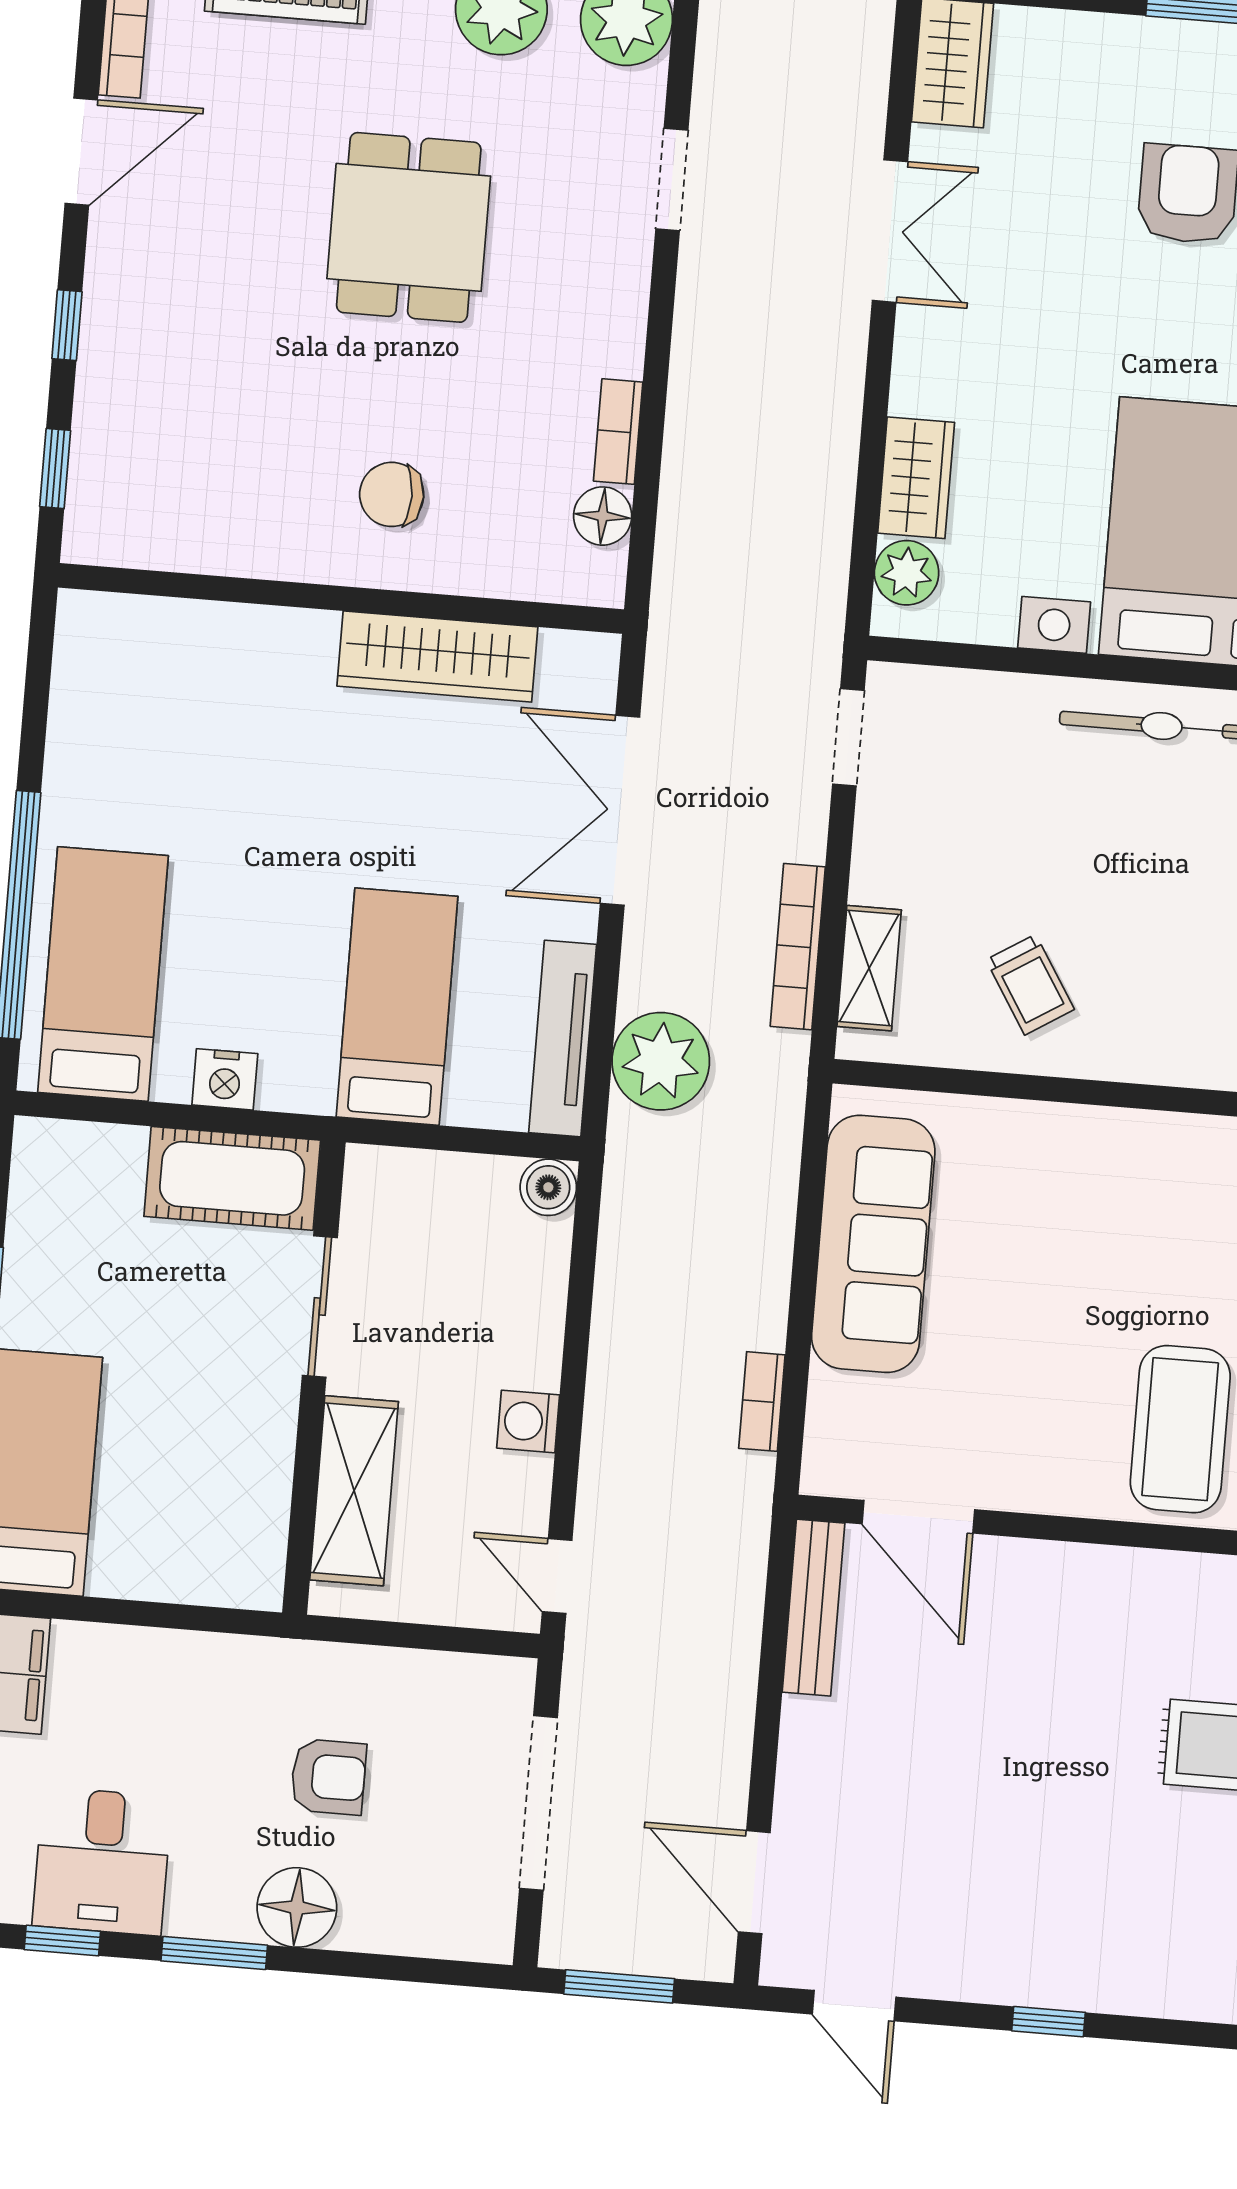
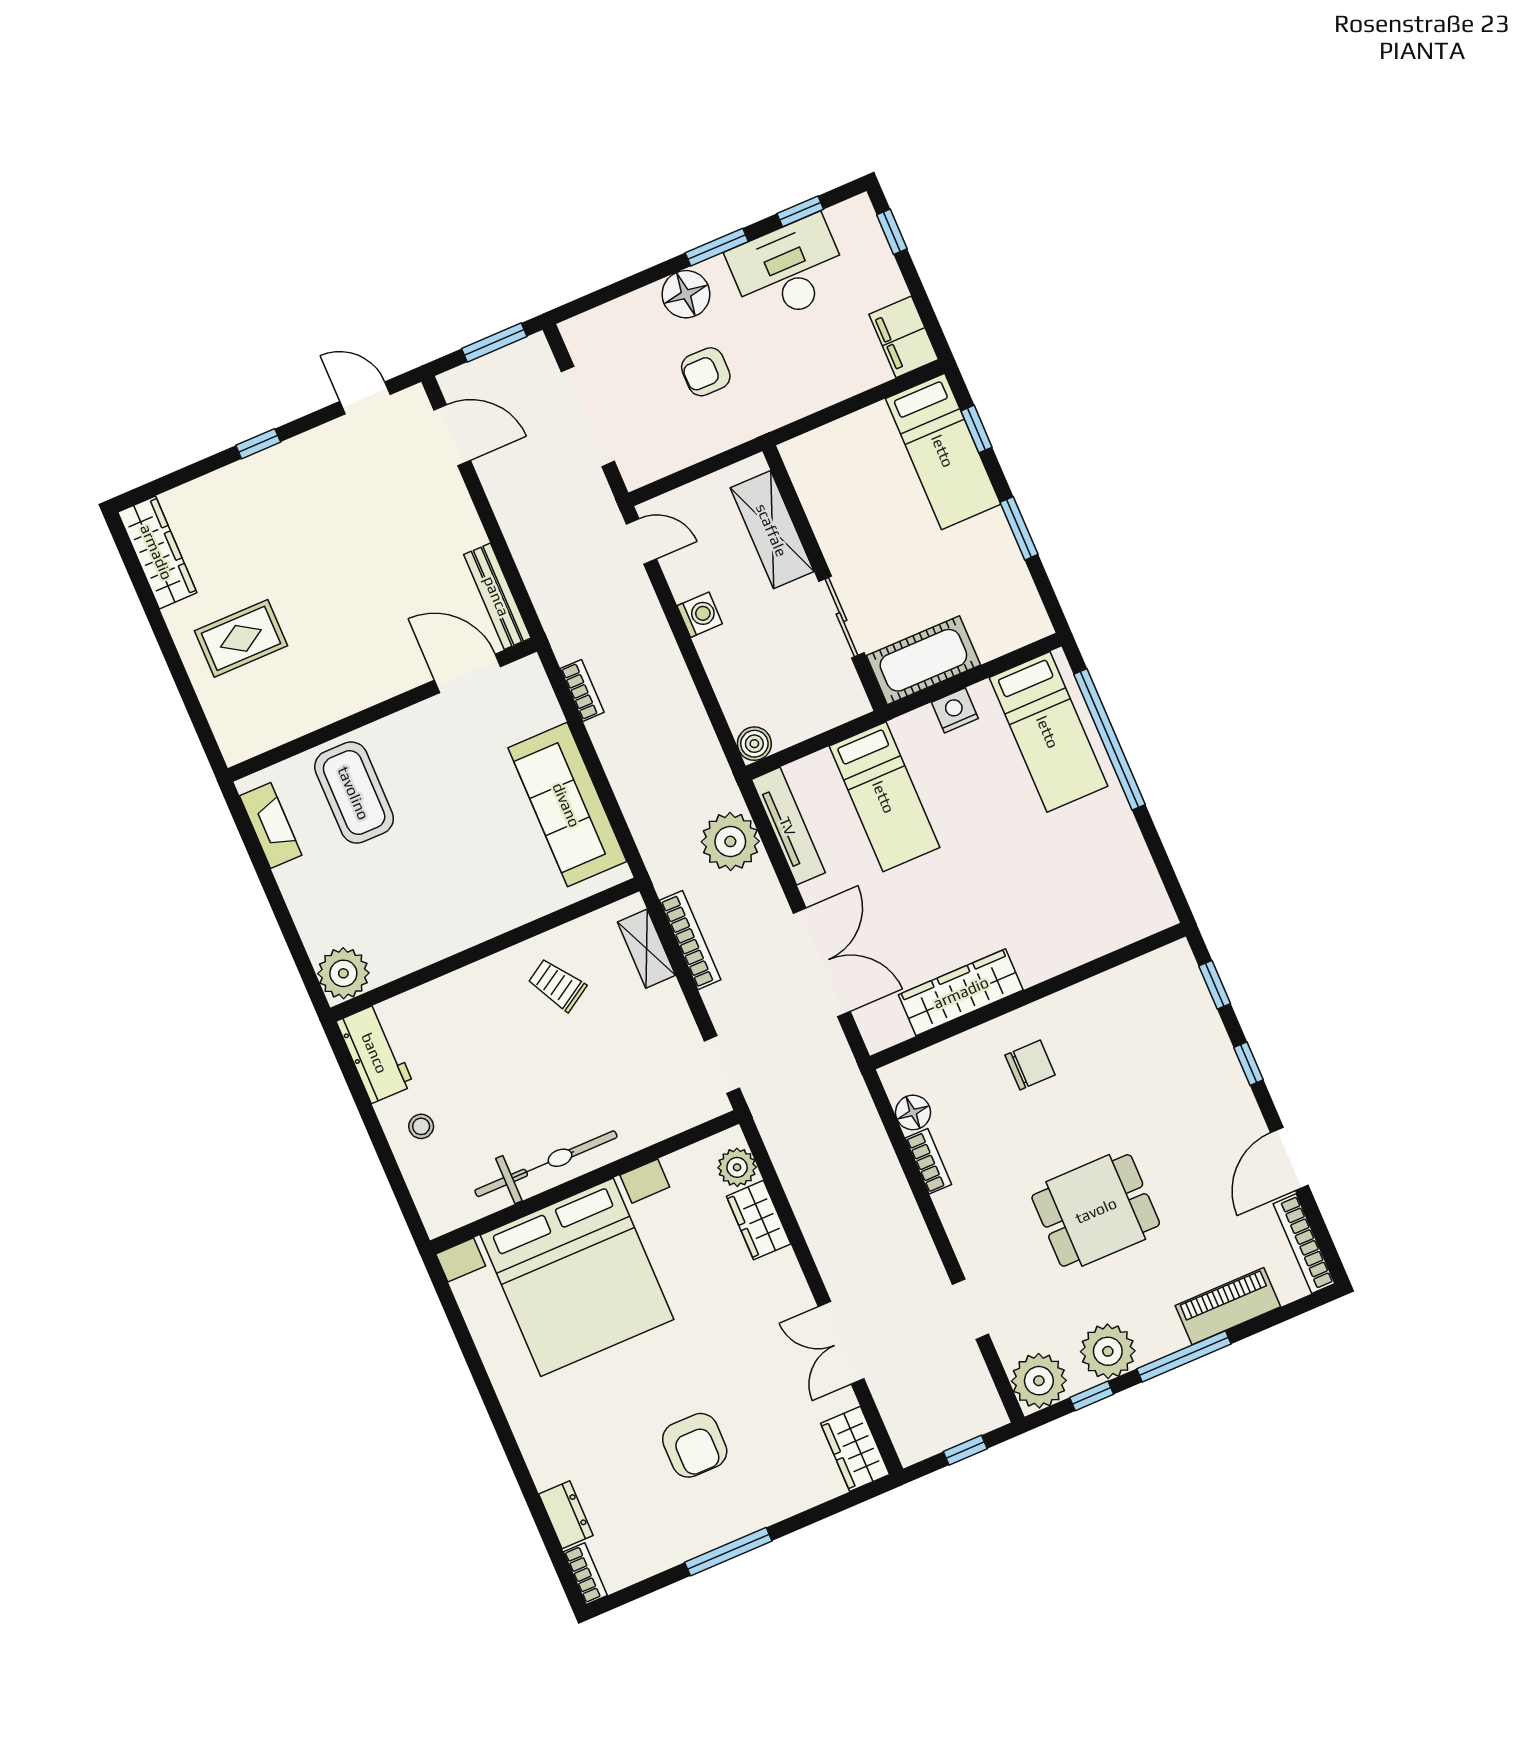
dining table: (409, 227) -> (1096, 1210), turned 90
desk: (102, 1861) -> (788, 270), width x1.37

